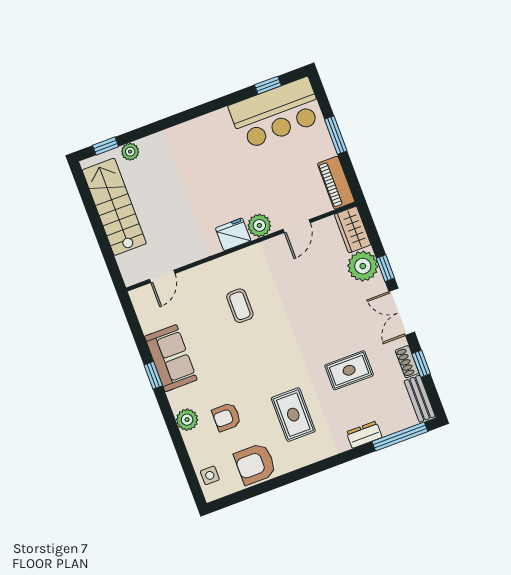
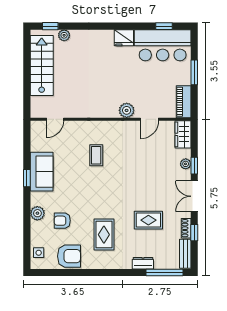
fridge: (233, 234) -> (124, 38), moved, turned 180
plant: (363, 266) -> (186, 164), width x0.53, depth x0.53
armchair: (255, 464) -> (69, 256), turned 180

